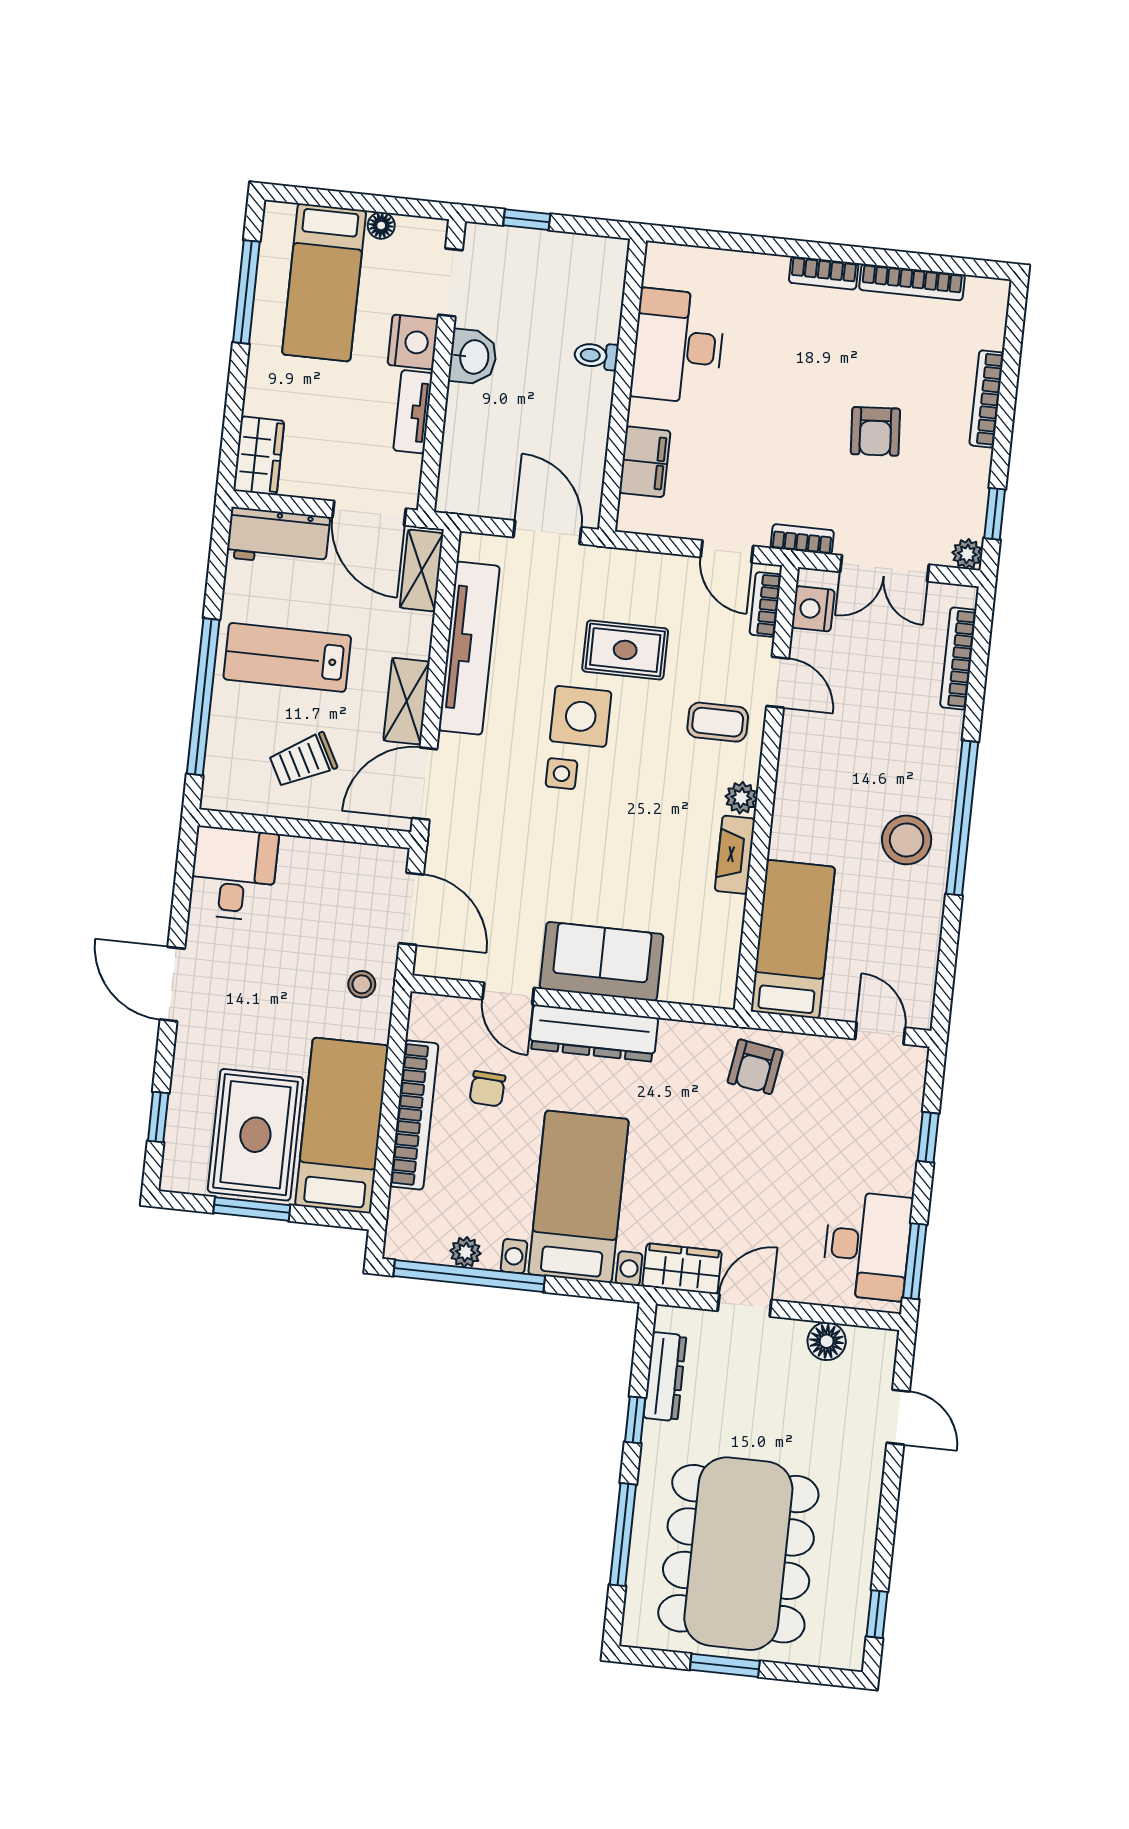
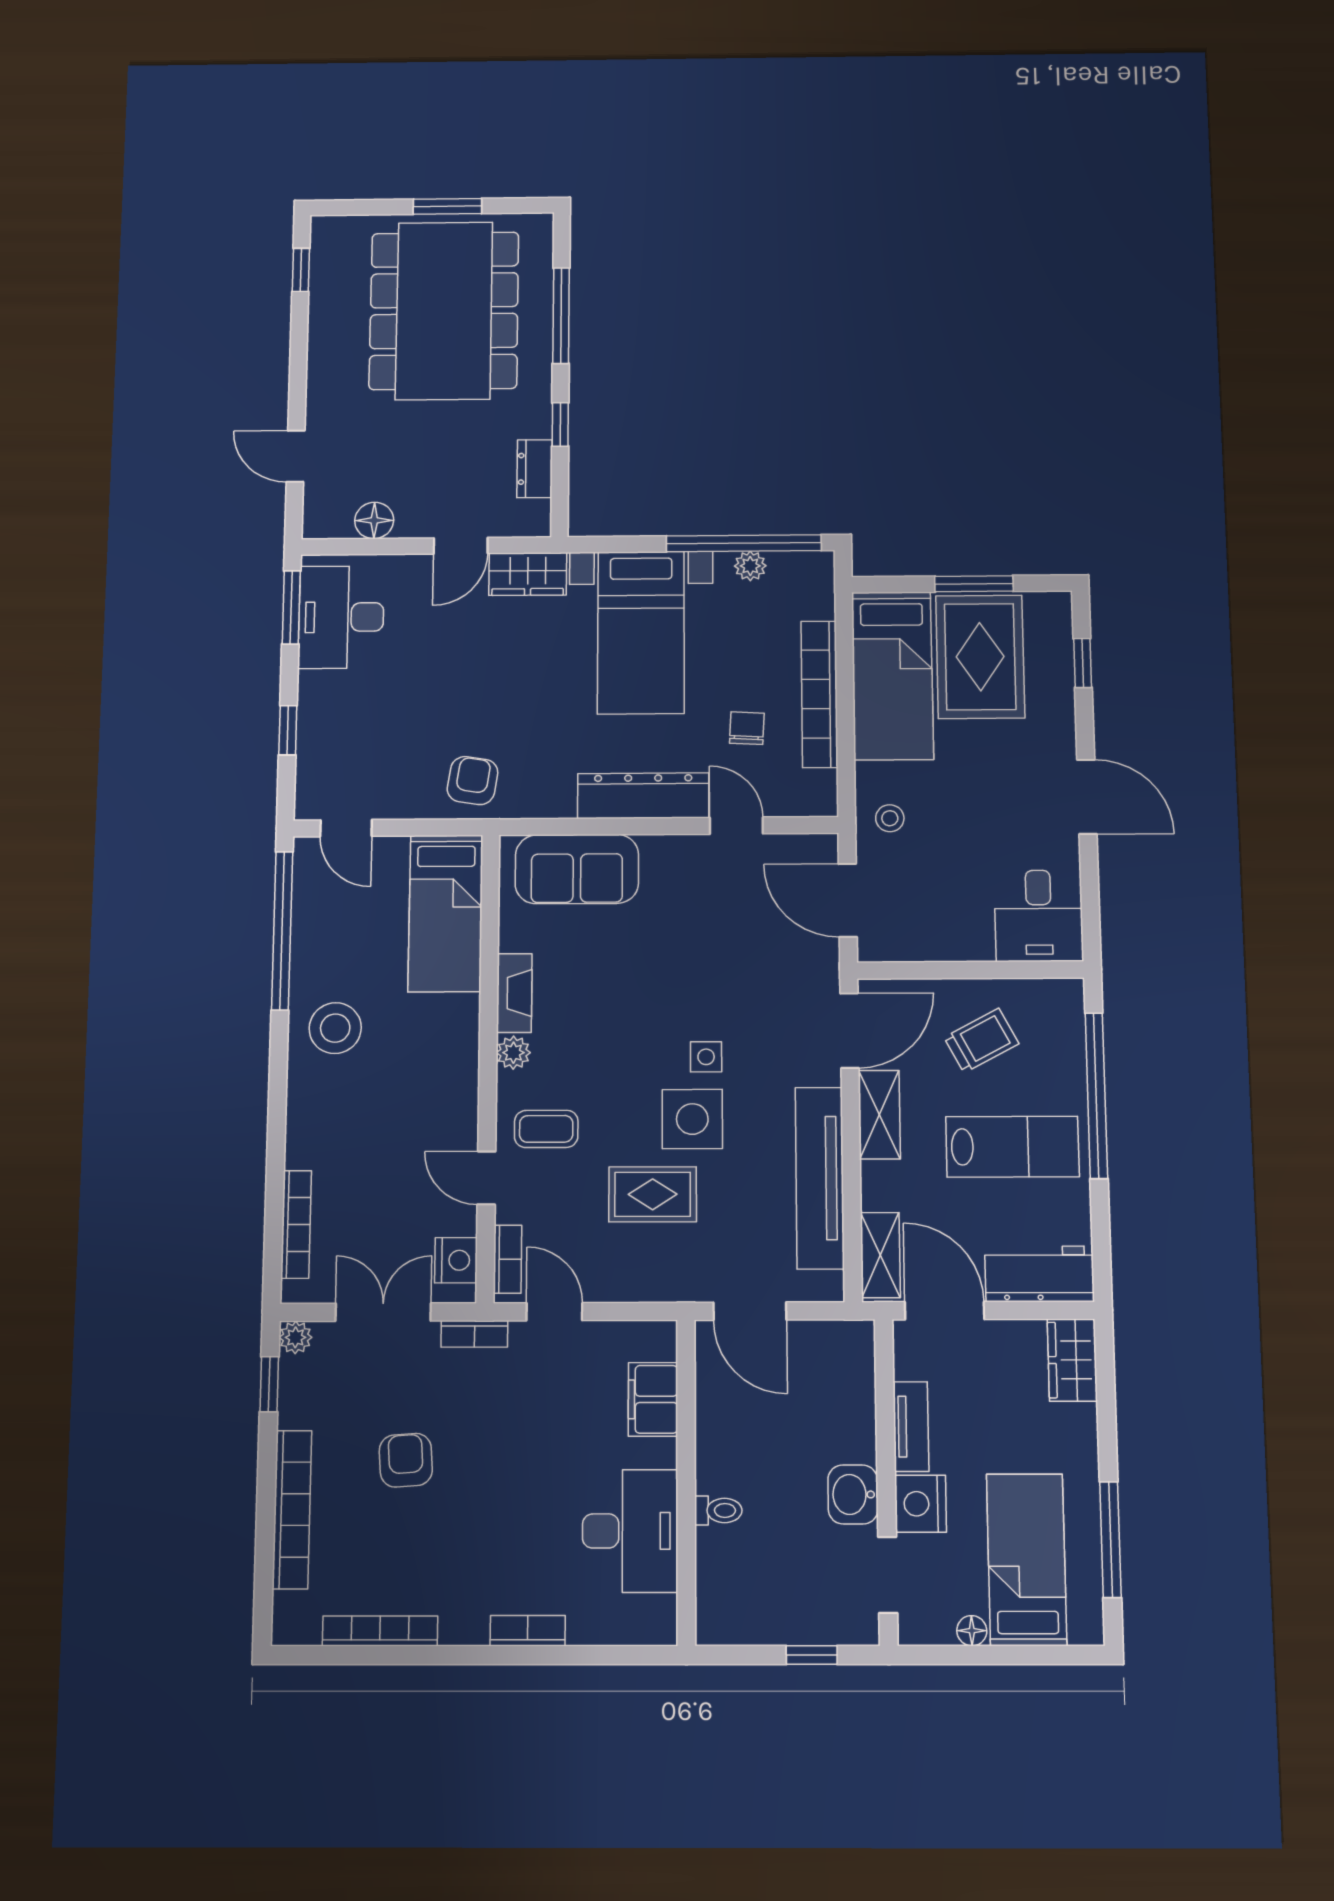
bookcase: (824, 273) -> (528, 1631), moved
bookcase: (987, 399) -> (292, 1509), width x1.48, depth x1.31
window: (962, 818) -> (282, 931), moved
sofa: (602, 962) -> (577, 869), moved
dresser: (665, 1377) -> (535, 469), width x0.70

